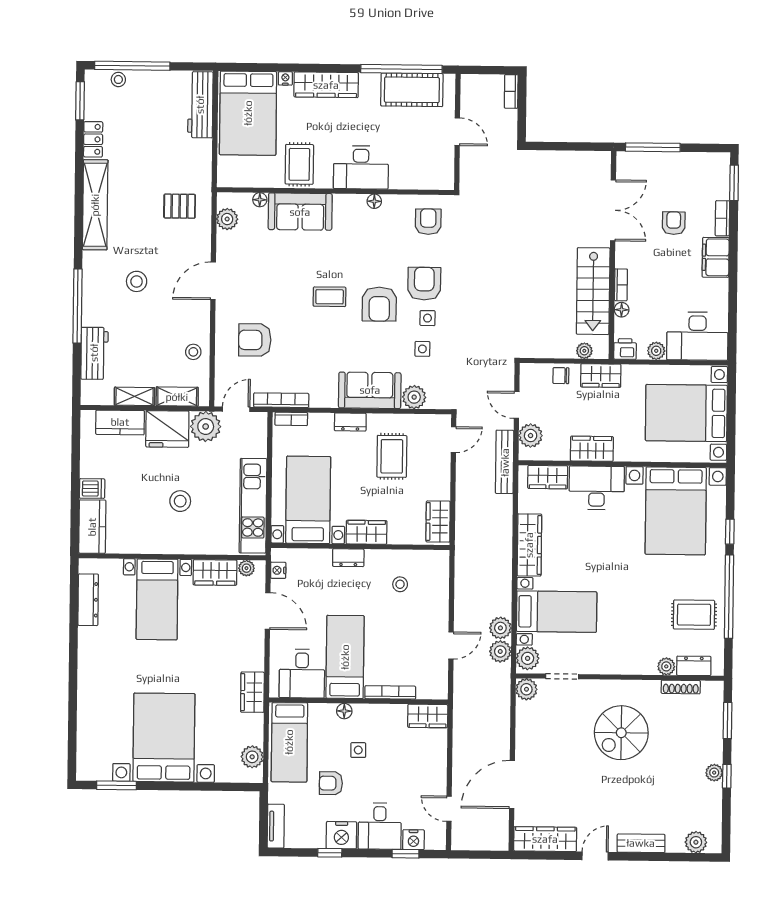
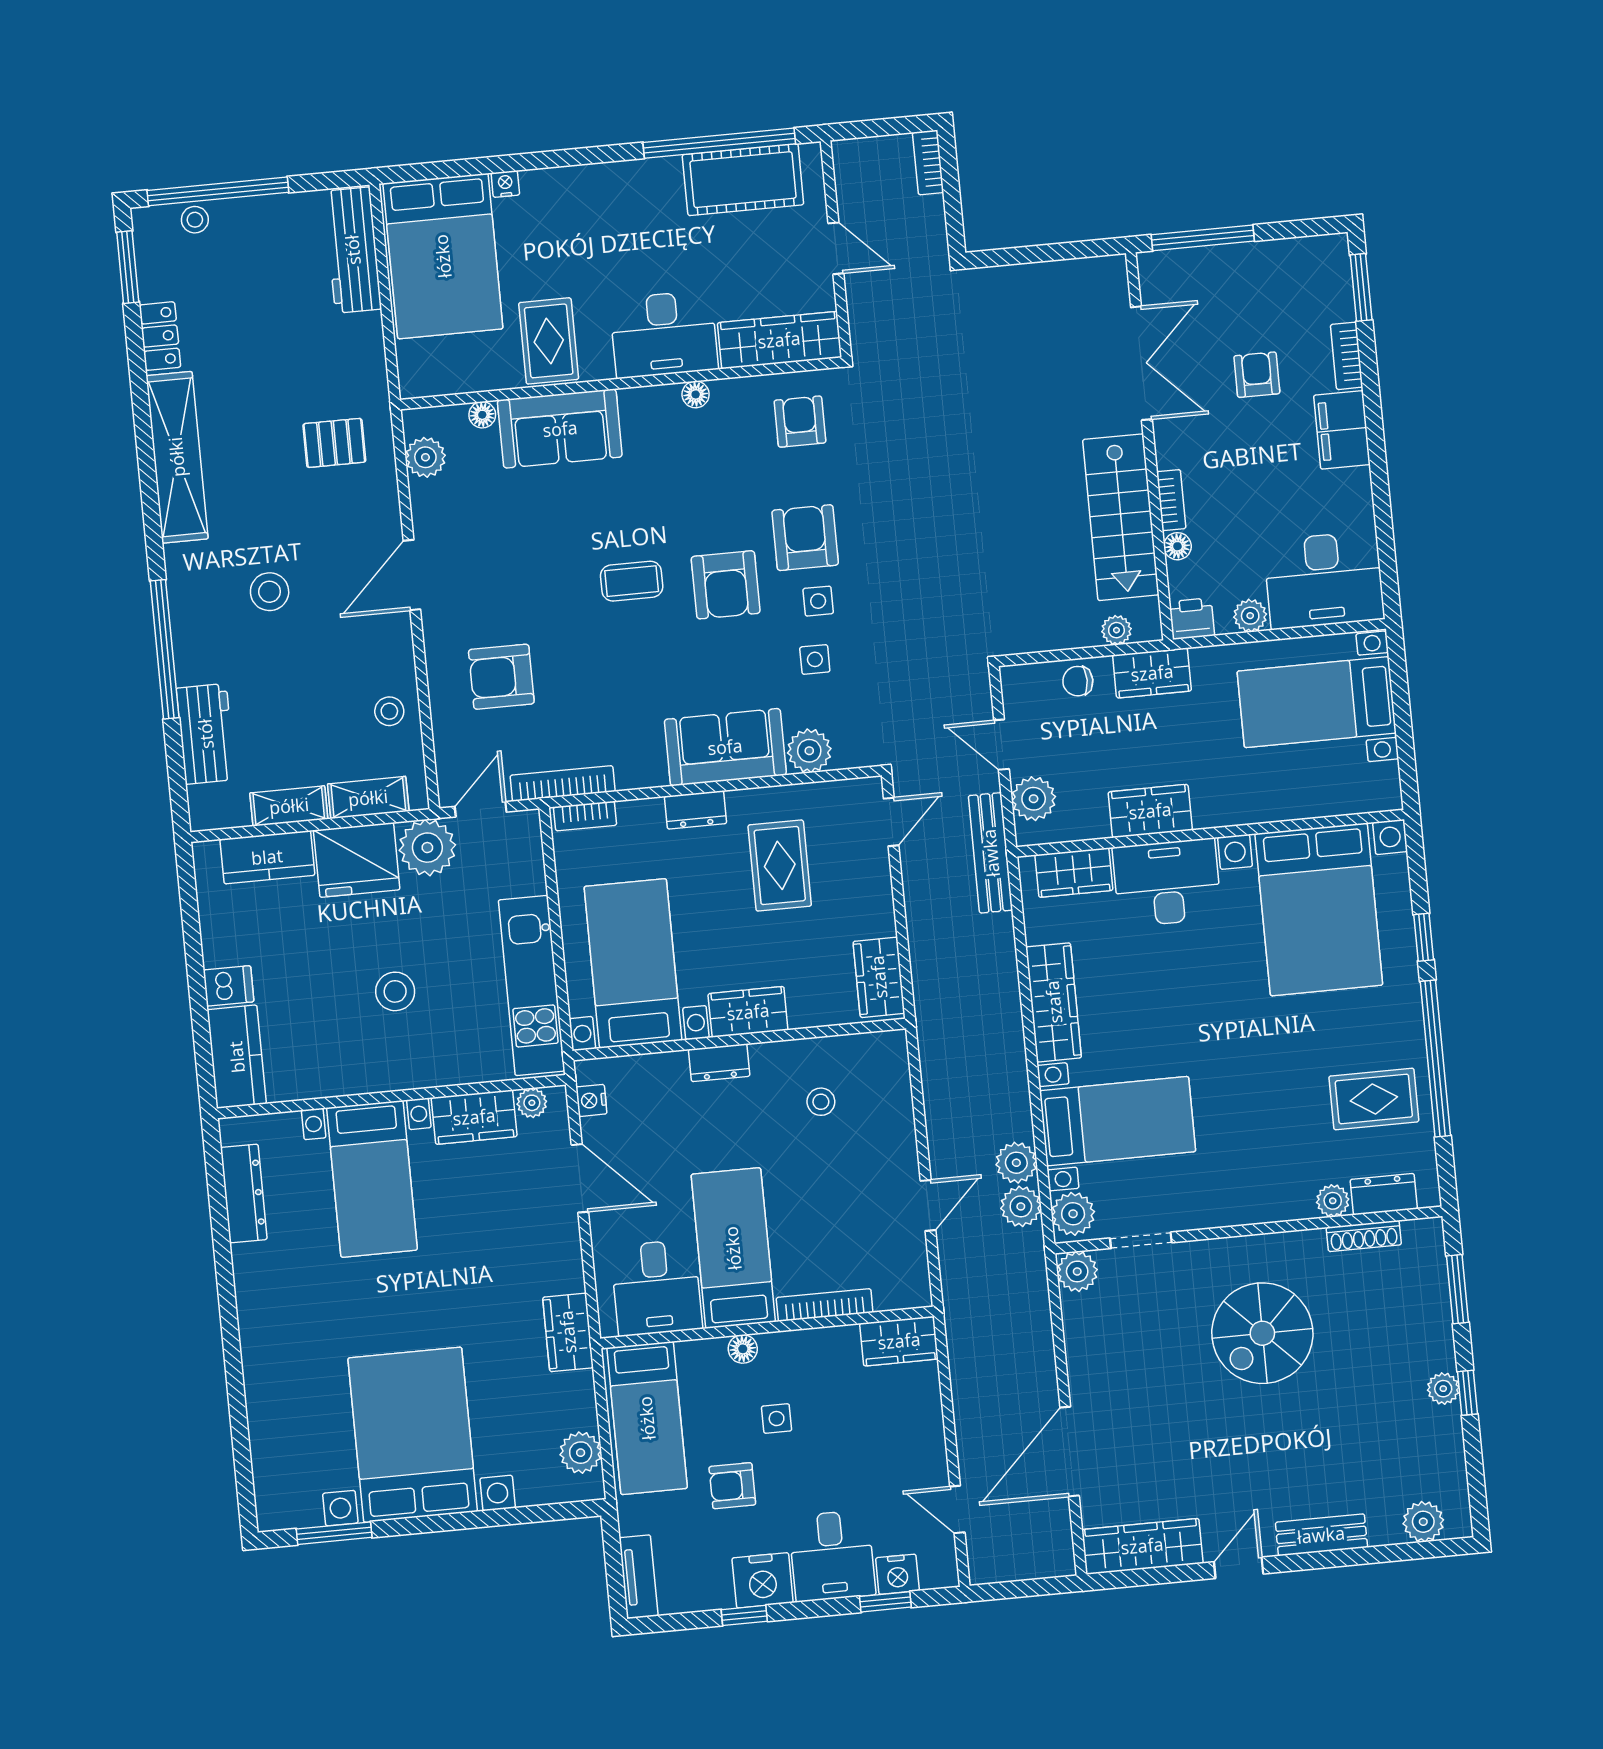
wardrobe: (326, 85) -> (779, 340), moved, turned 180
bed with nightstands: (686, 413) -> (1317, 702), width x0.73

